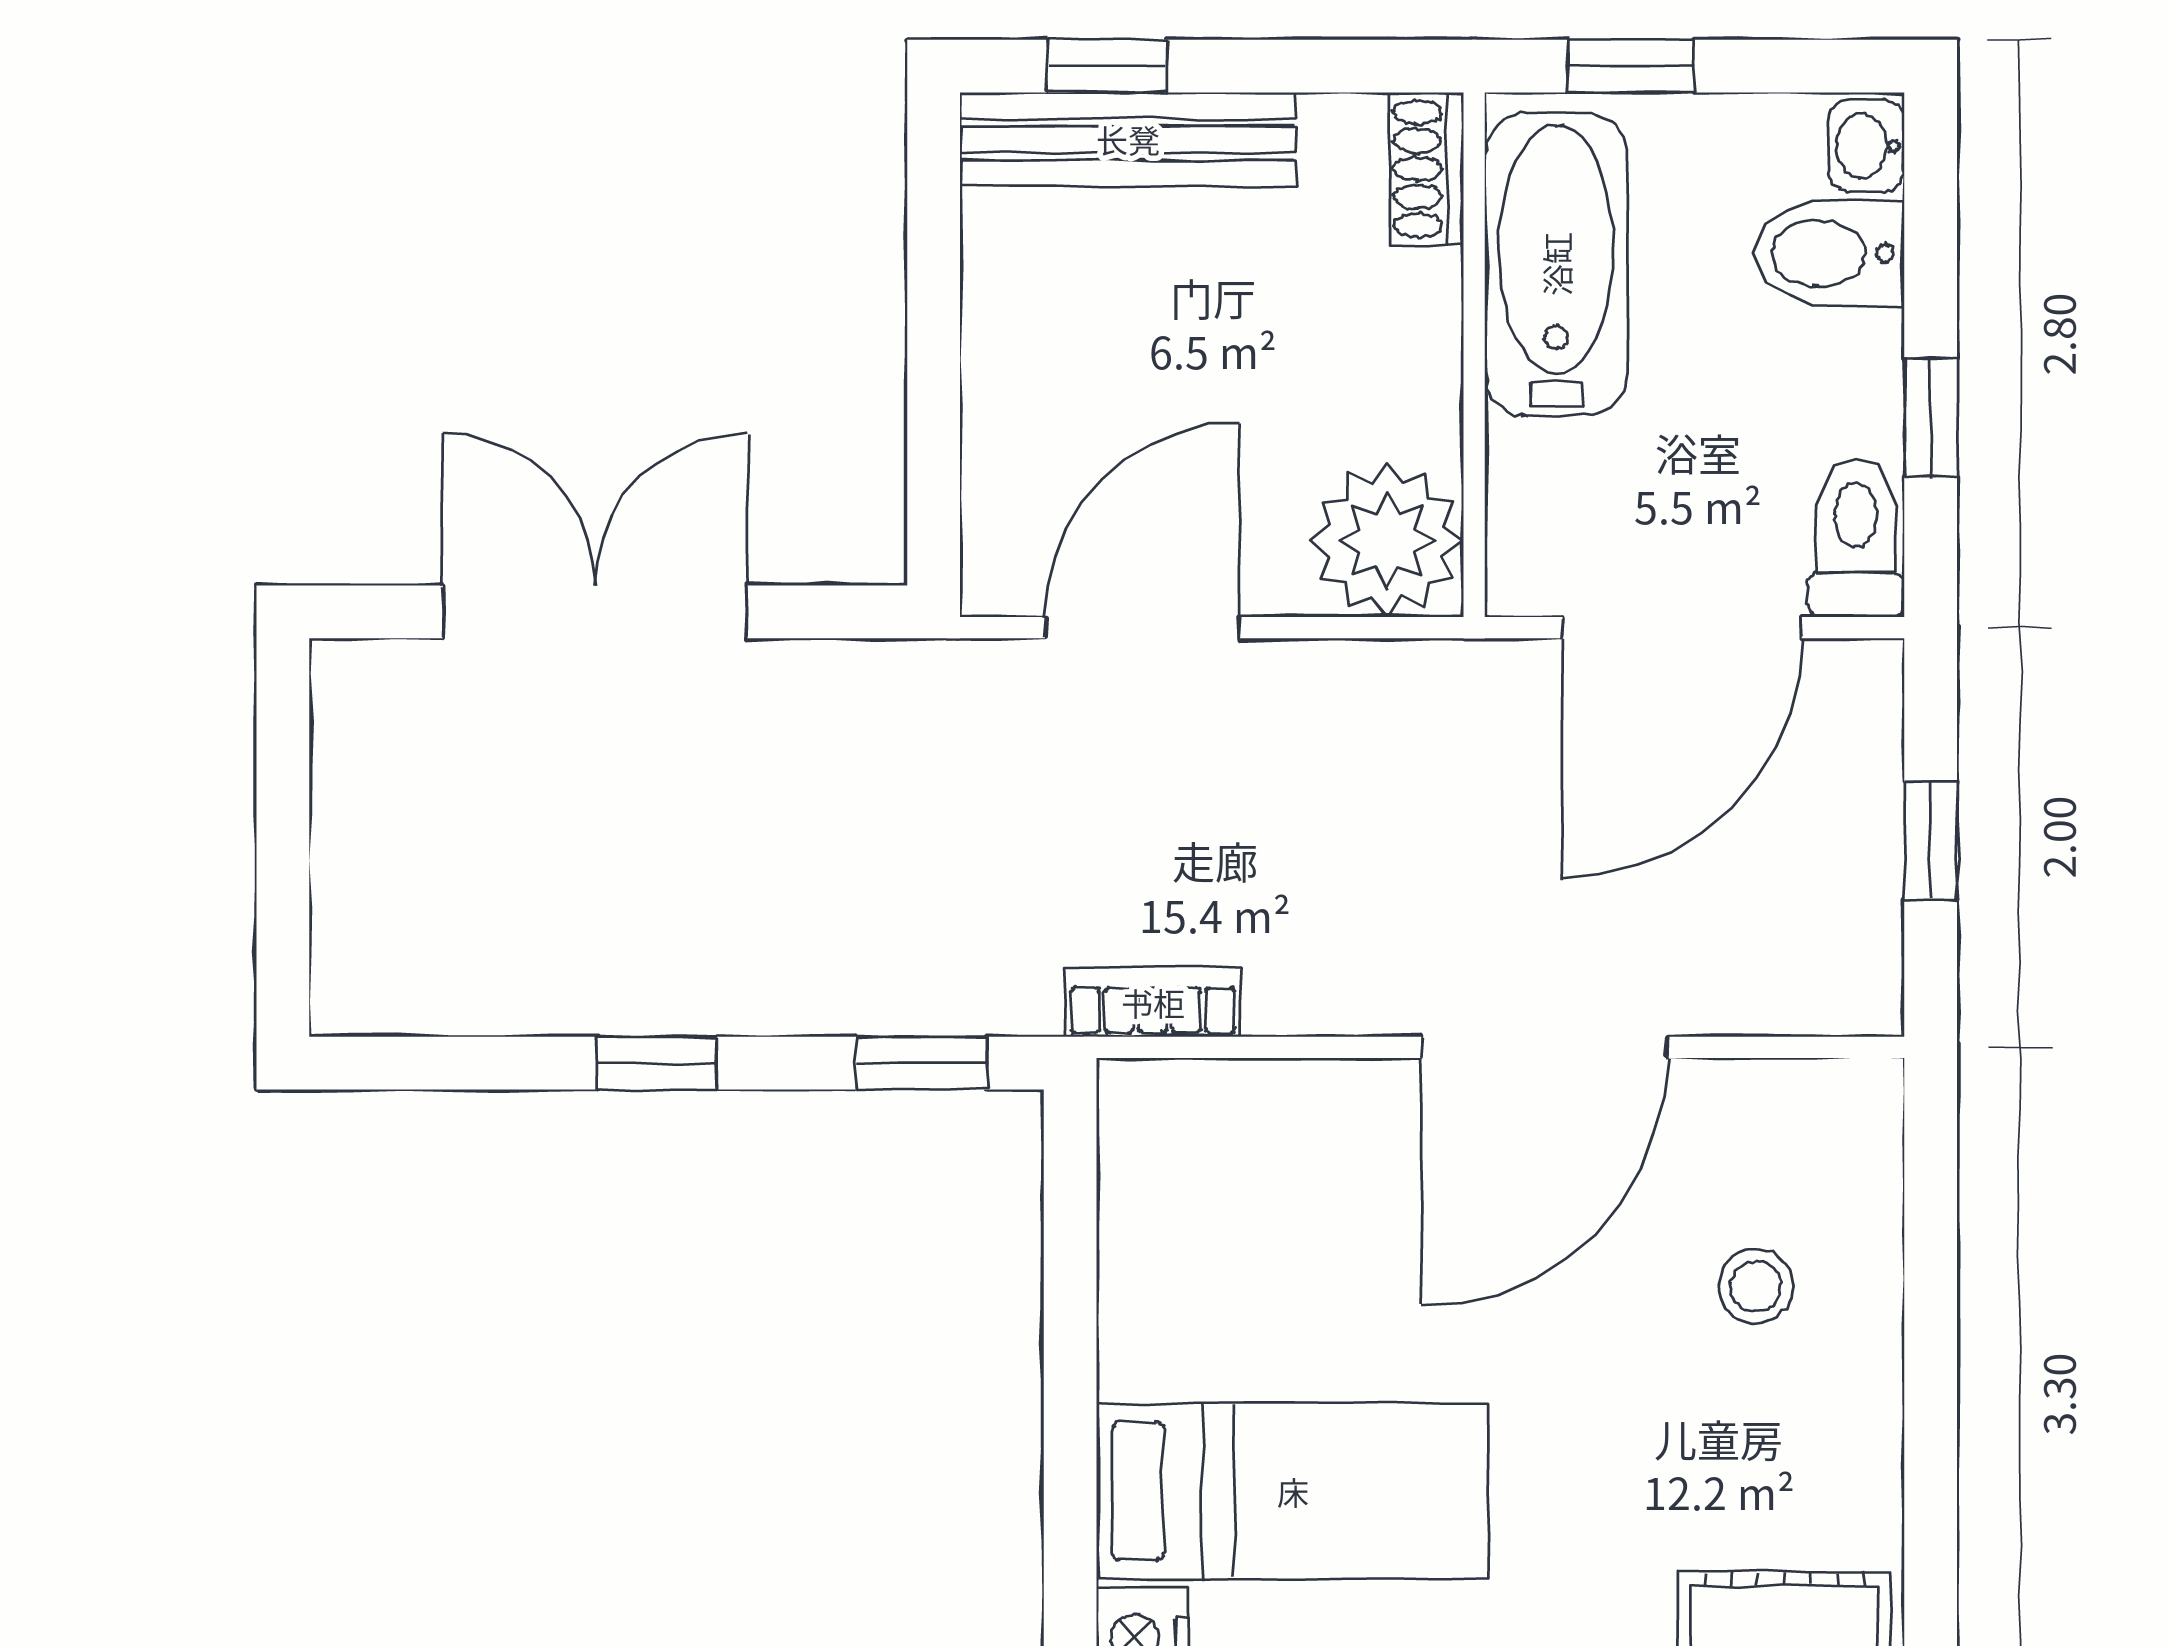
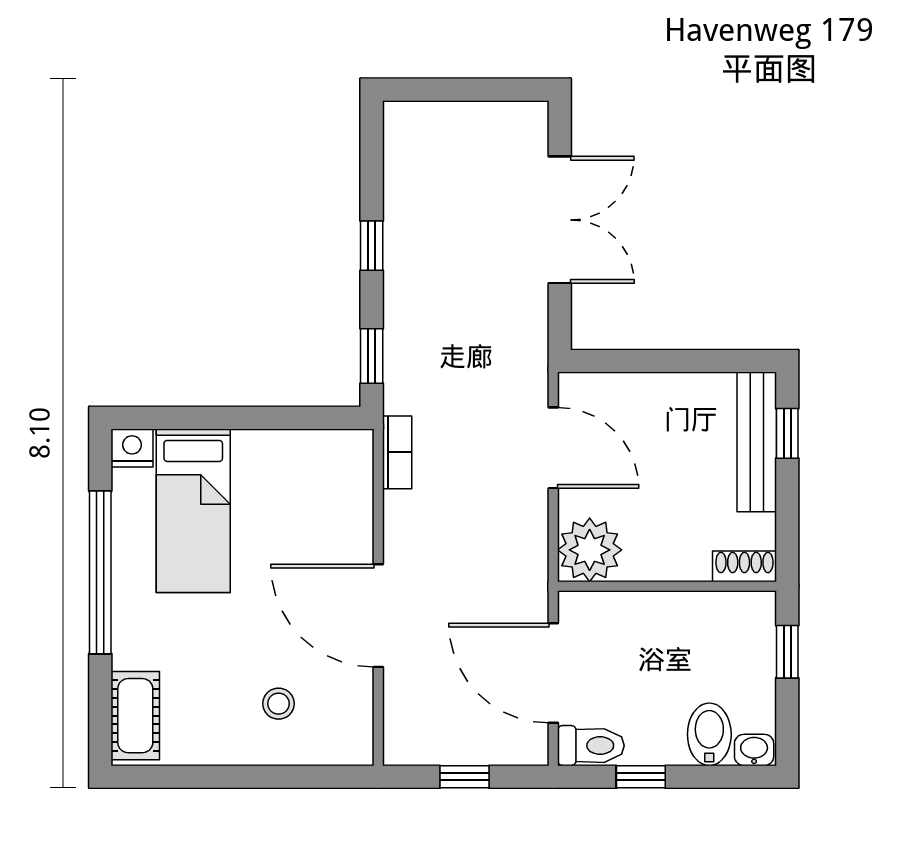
bathtub: (1556, 264) -> (705, 621), removed

